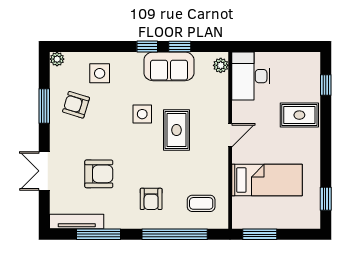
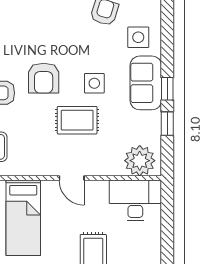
plant: (221, 65) -> (140, 161), width x1.88, depth x1.88
sofa: (169, 66) -> (146, 83), moved
armchair: (99, 174) -> (44, 78), moved

